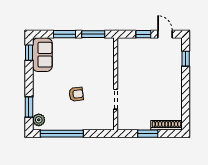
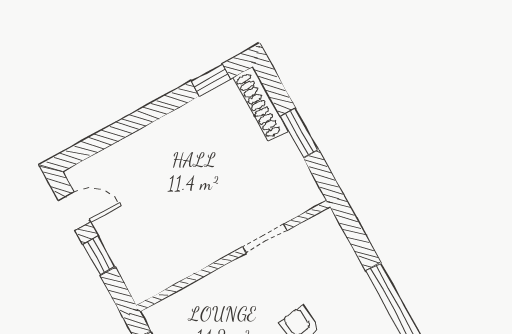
door: (165, 34) -> (74, 211), swing flipped
window: (186, 59) -> (211, 80), moved

